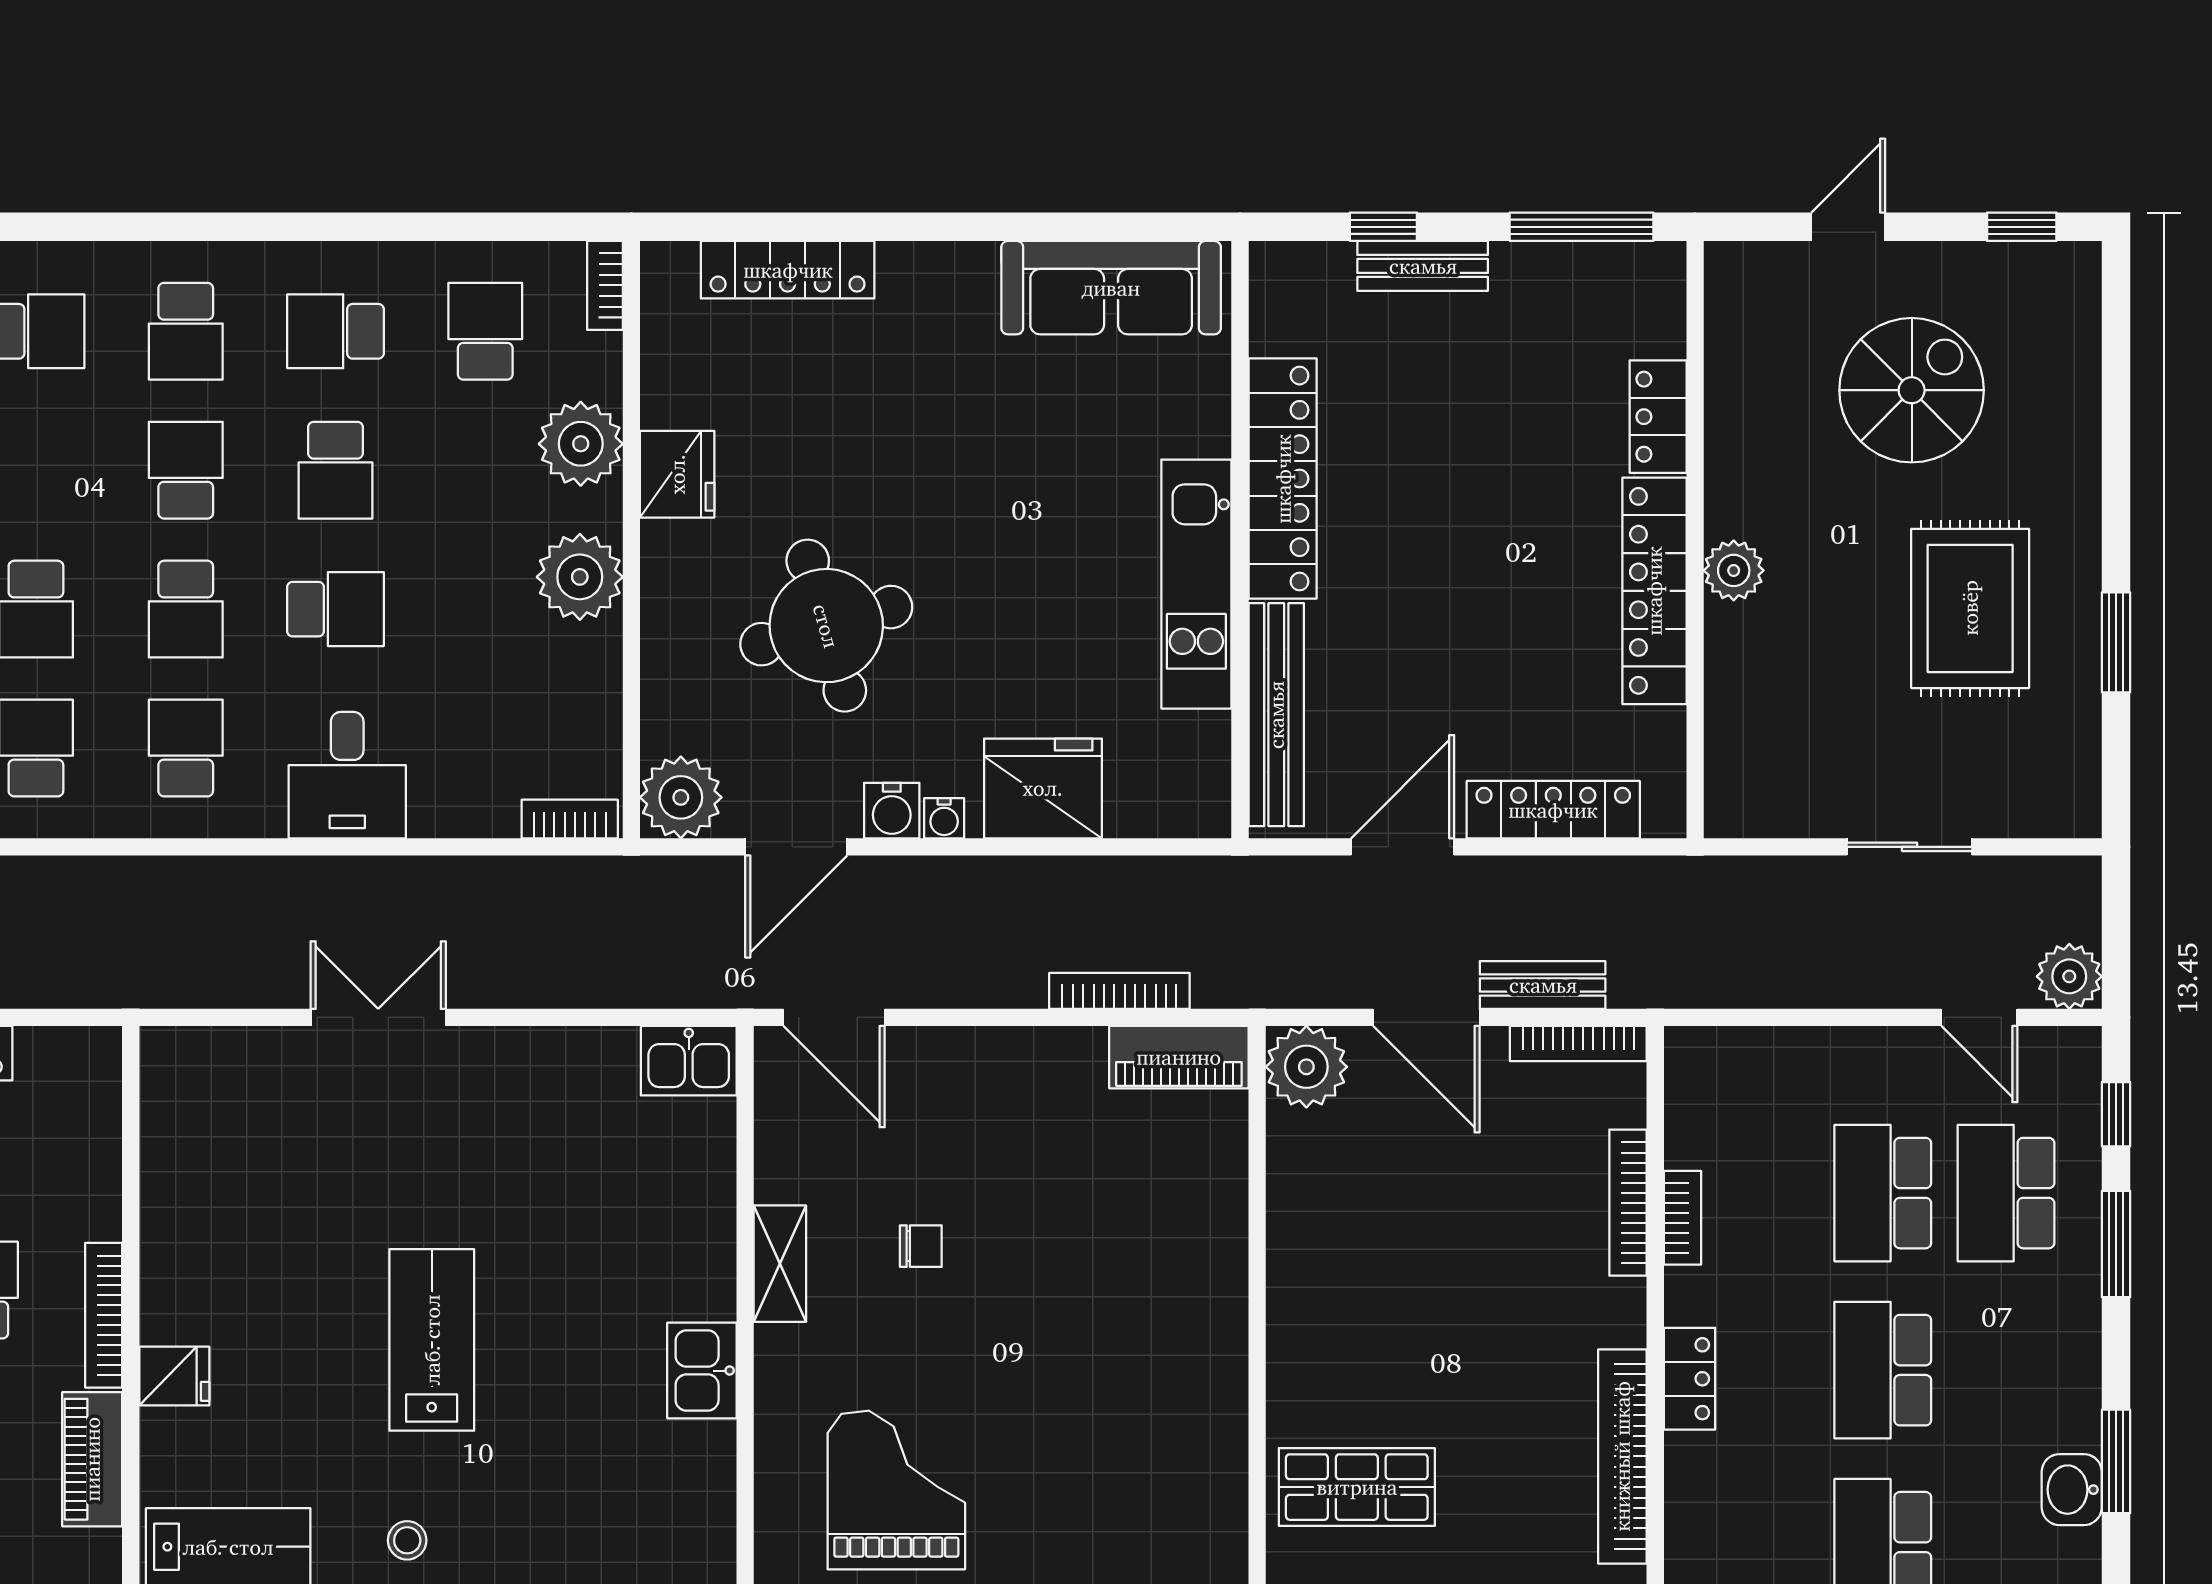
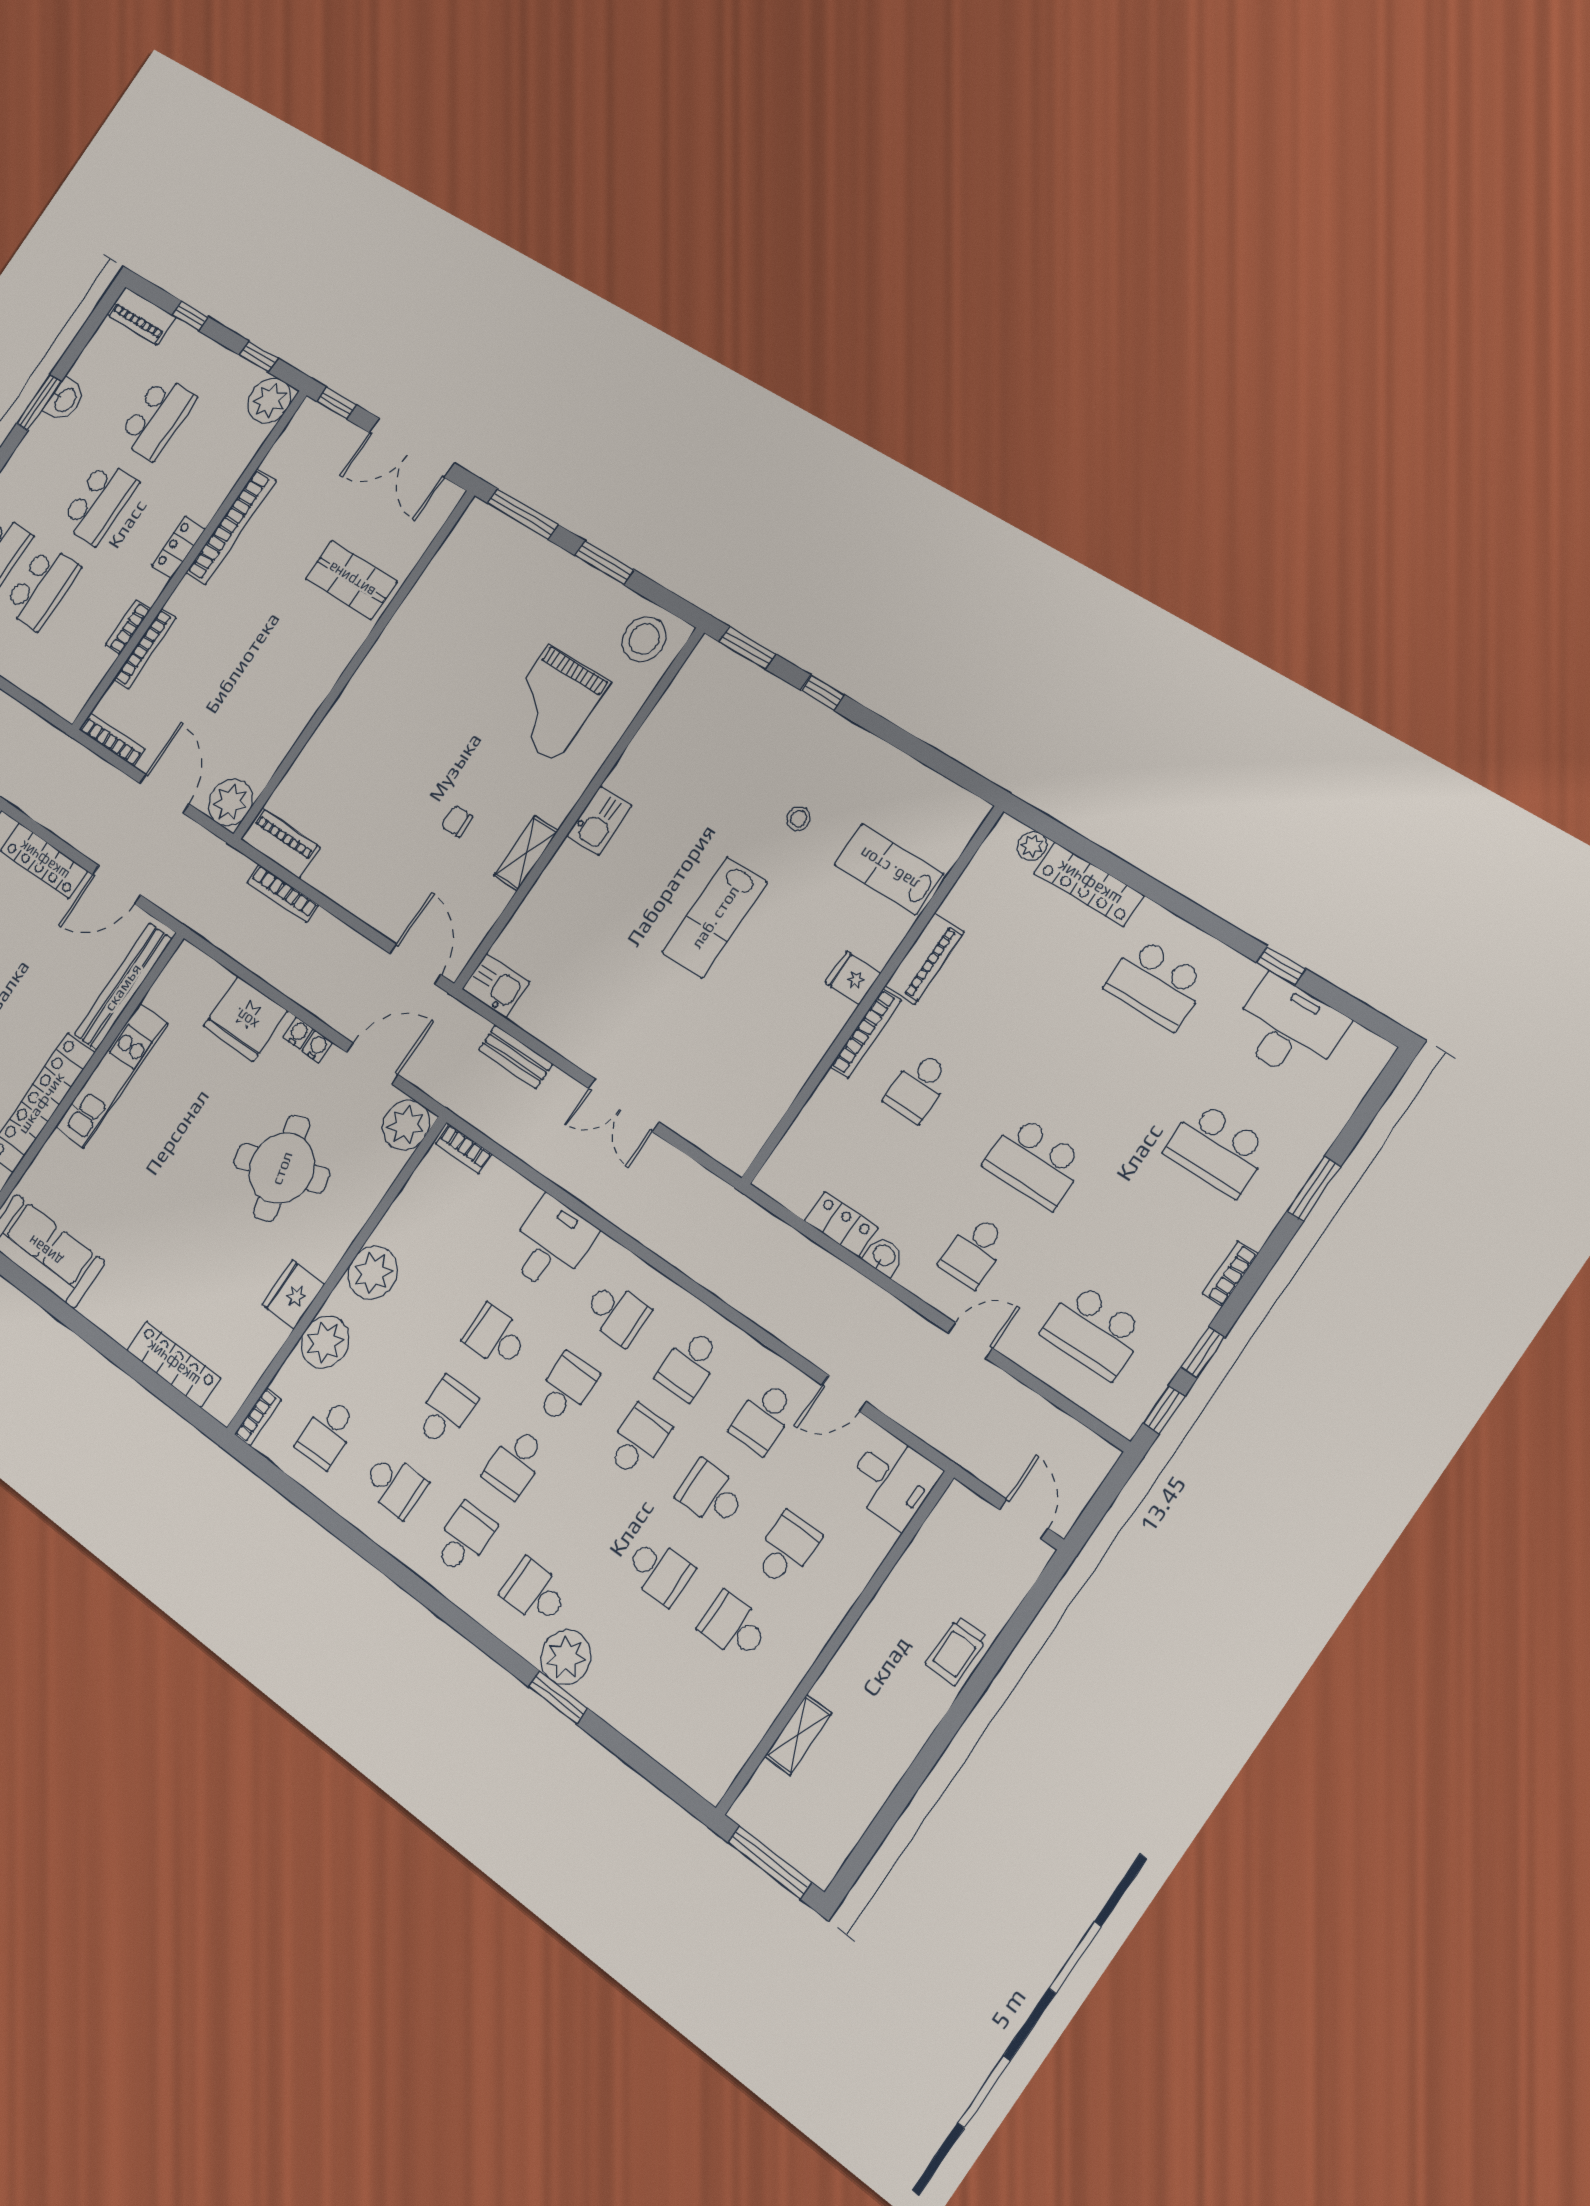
school desk: (186, 748) -> (617, 1313), turned -90
water cooler: (892, 811) -> (317, 1047), width x0.72, depth x0.72
bench: (1543, 985) -> (516, 1057), moved

